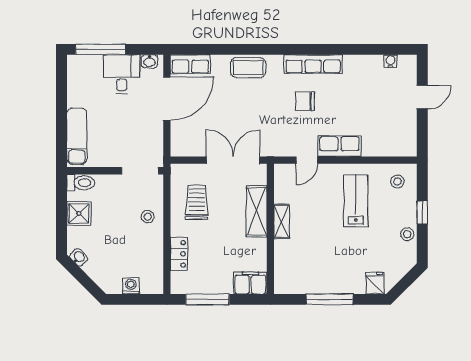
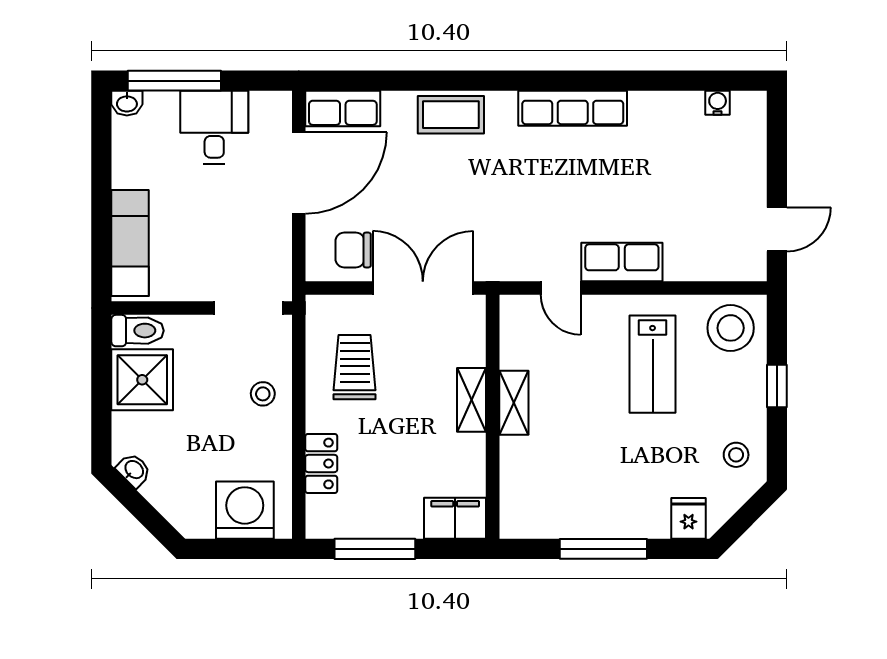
washbasin: (149, 61) -> (127, 103), moved
door: (422, 97) -> (777, 229), moved
chair: (305, 101) -> (353, 250), moved
door: (307, 160) -> (561, 288), hinge flipped
stool: (397, 181) -> (731, 328), width x1.89, depth x1.89
lab bench: (356, 201) -> (653, 364), turned 180
shelving: (257, 211) -> (472, 400), width x0.67, depth x0.75
shower: (79, 213) -> (142, 380), width x1.36, depth x1.36
stool: (407, 234) -> (736, 455), moved
washing machine: (131, 286) -> (245, 510), width x1.89, depth x1.89

